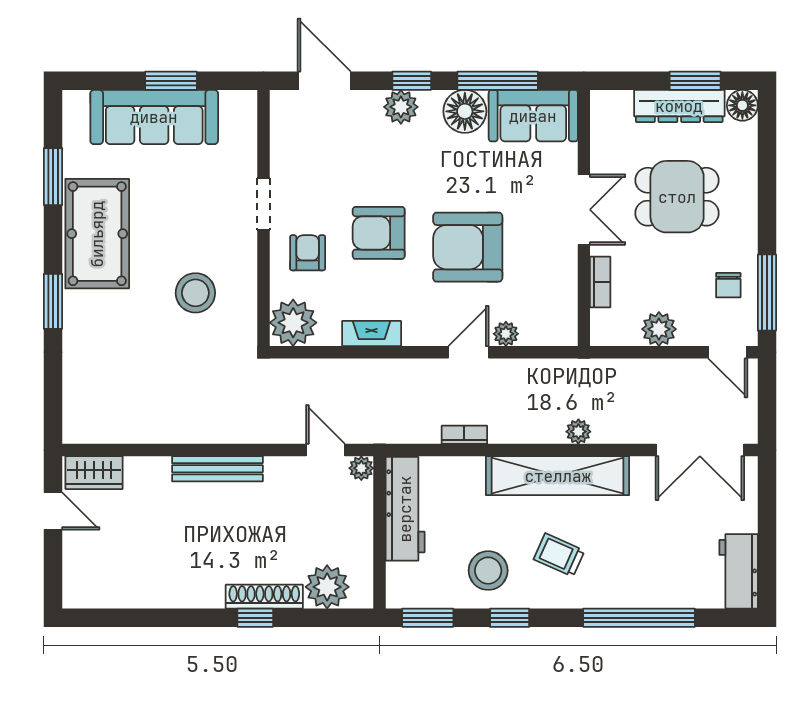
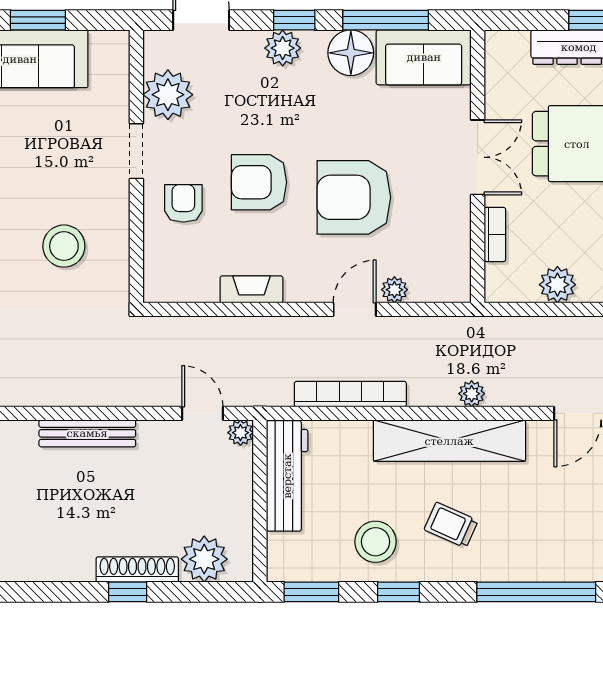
plant: (293, 323) -> (168, 95), moved
bookcase: (464, 435) -> (350, 394), width x2.31, depth x1.31

